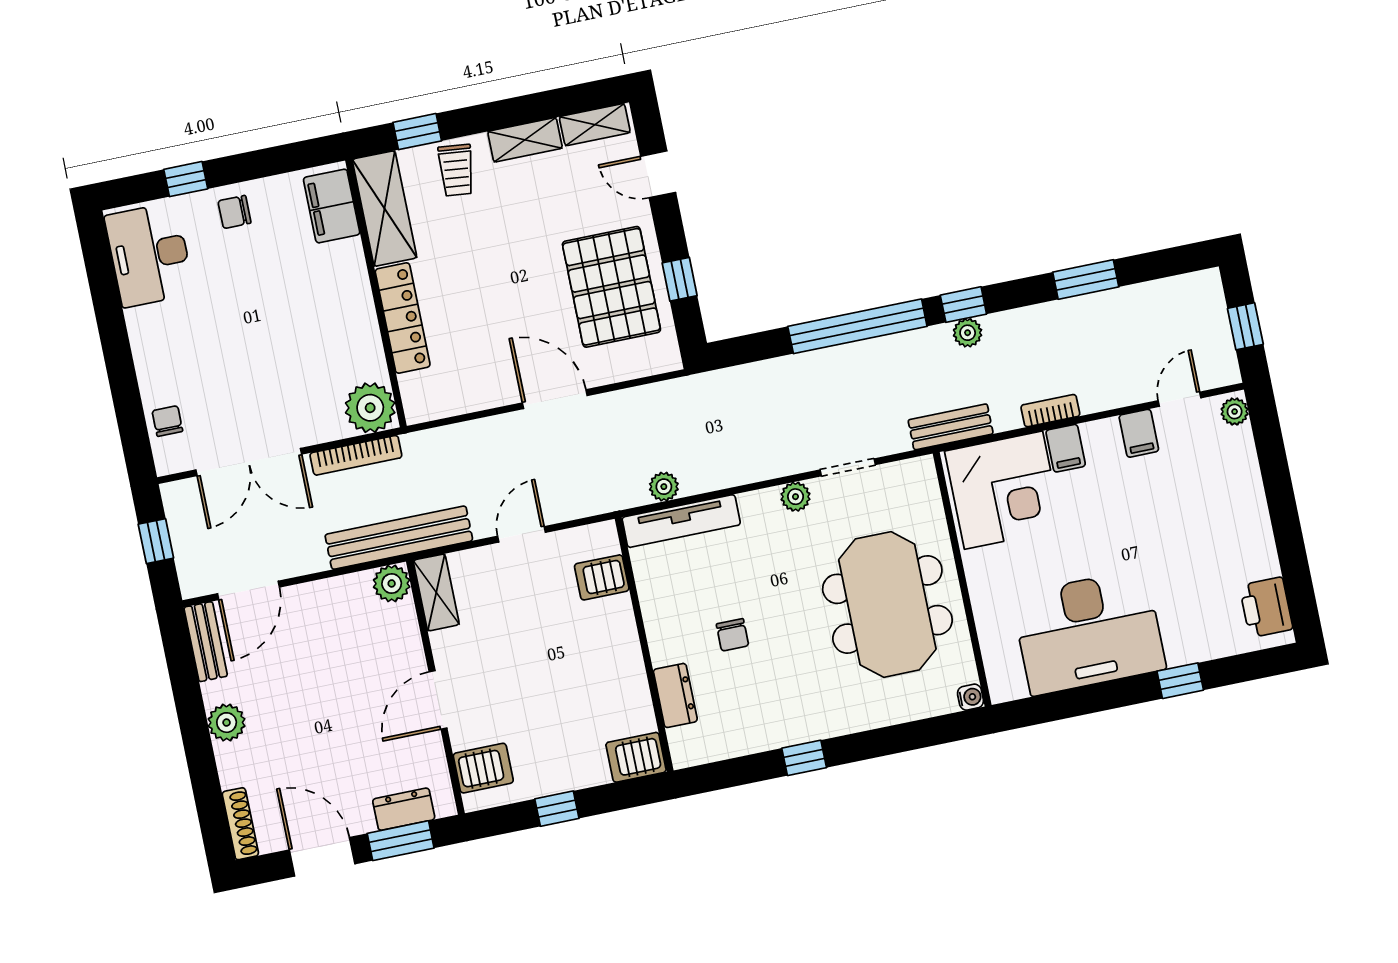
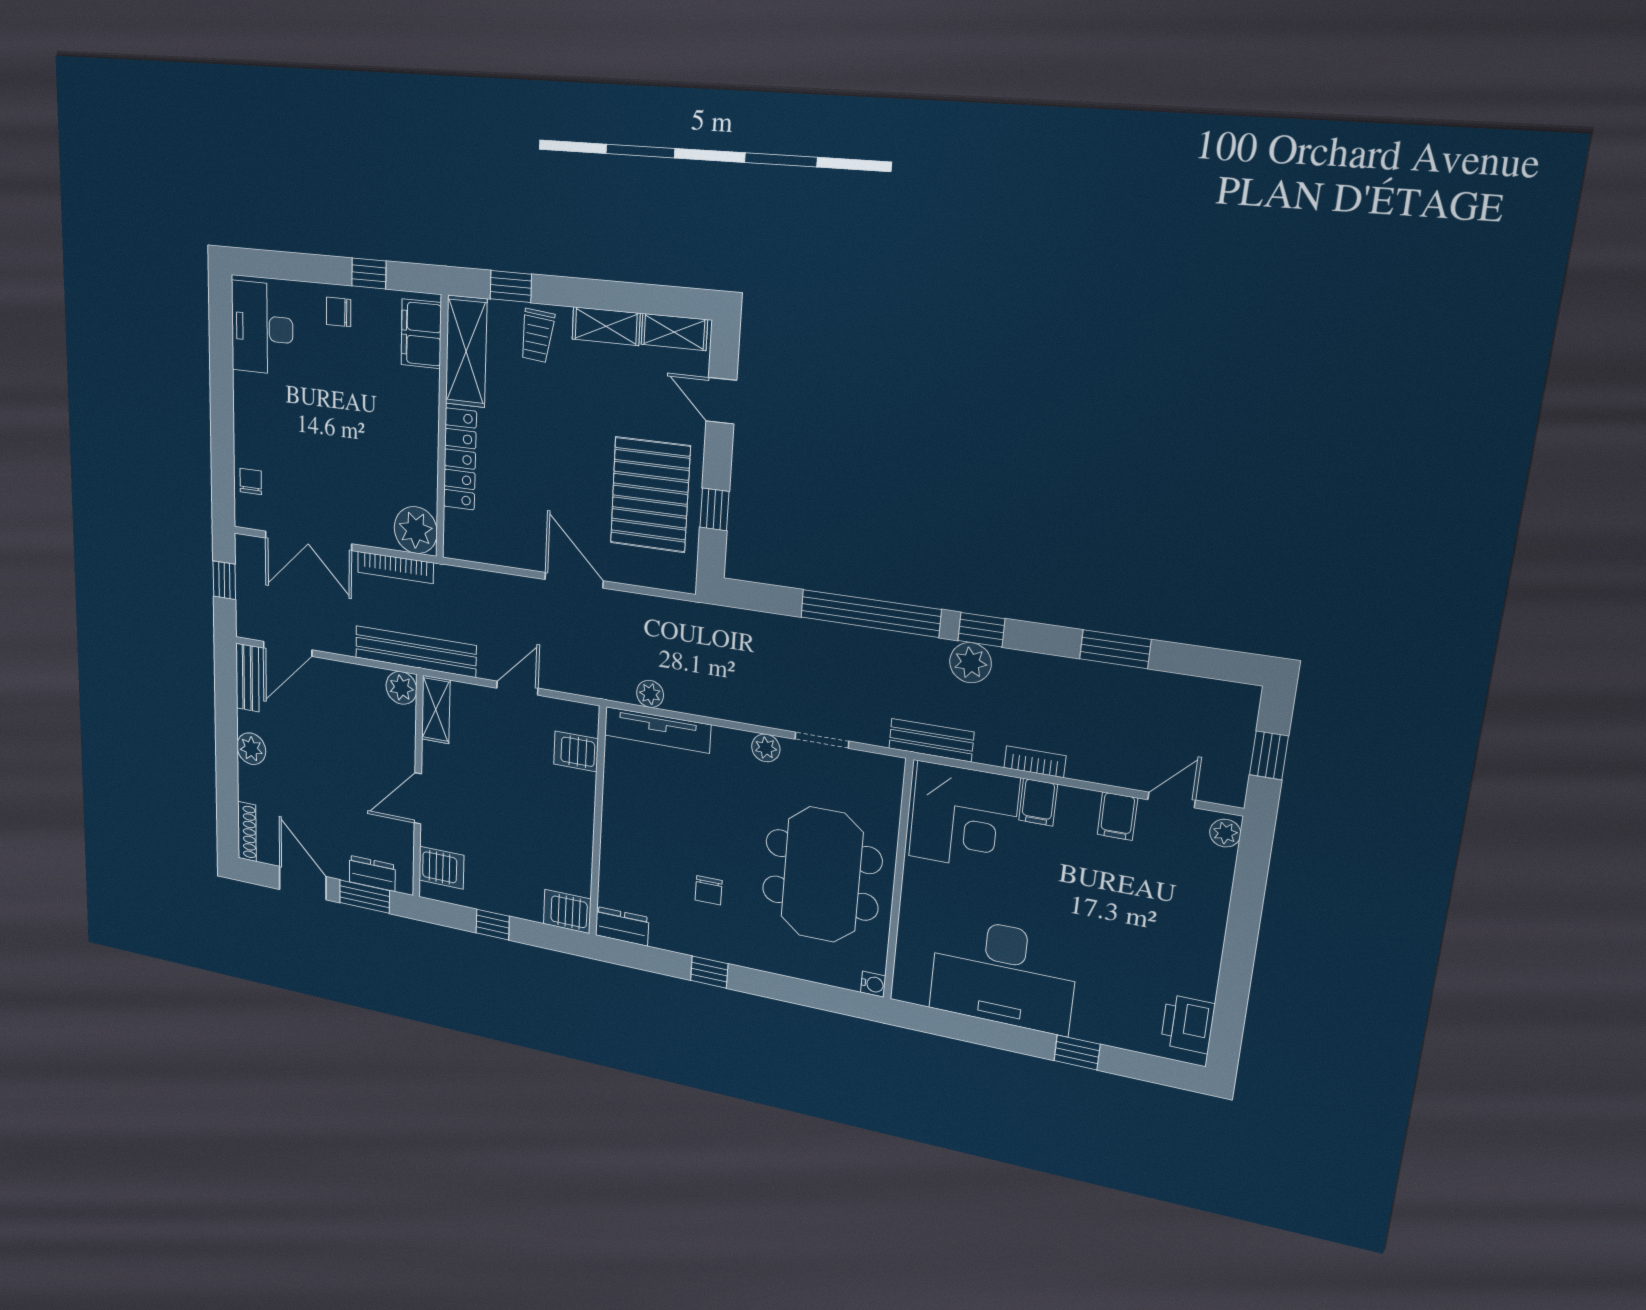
window: (186, 179) -> (369, 273), moved
plant: (968, 333) -> (970, 663), width x1.38, depth x1.38
chair: (732, 635) -> (709, 890), moved
dresser: (675, 695) -> (622, 926), moved, turned -90

